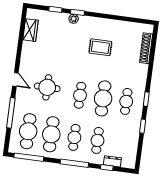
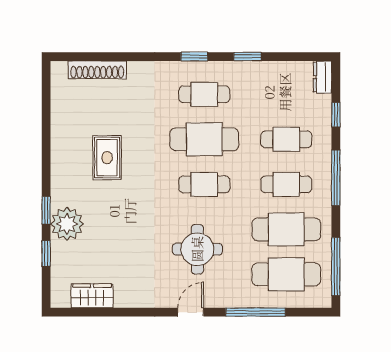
plant: (74, 19) -> (67, 224), width x1.87, depth x1.87
dresser: (112, 161) -> (322, 77), moved

